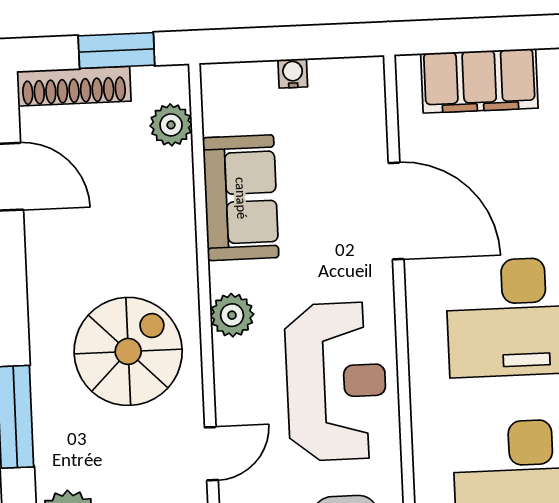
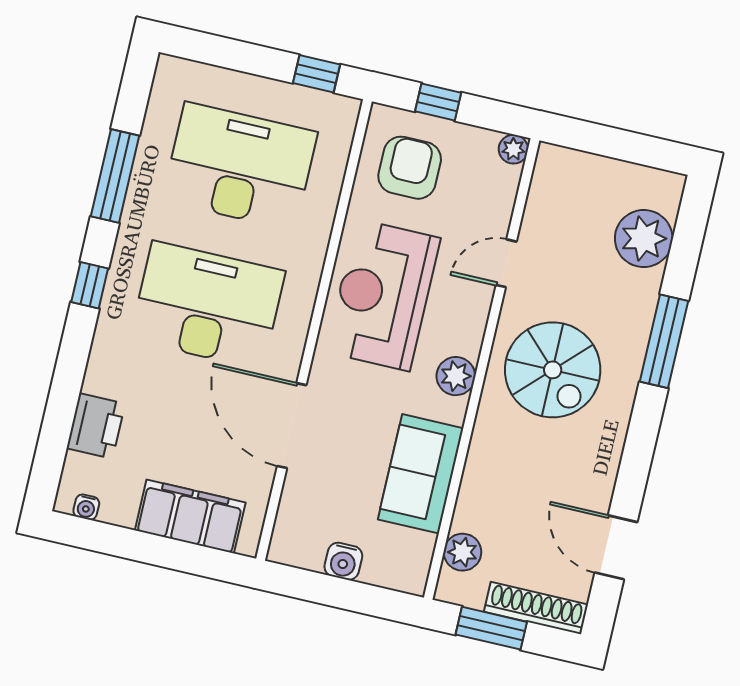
water cooler: (293, 73) -> (343, 561), width x1.38, depth x1.38
spiral stairs: (128, 351) -> (553, 370), turned -90

